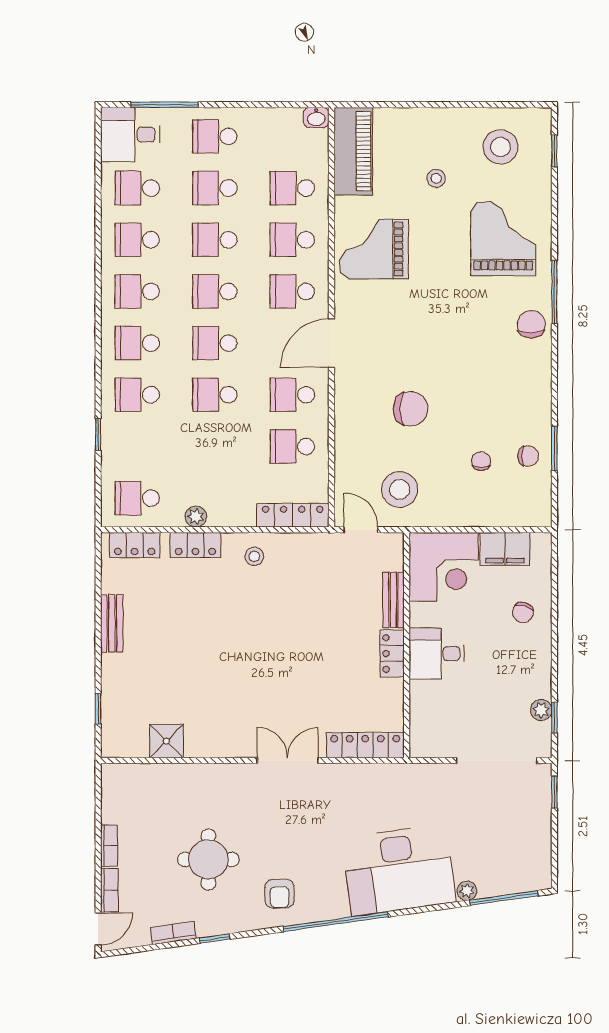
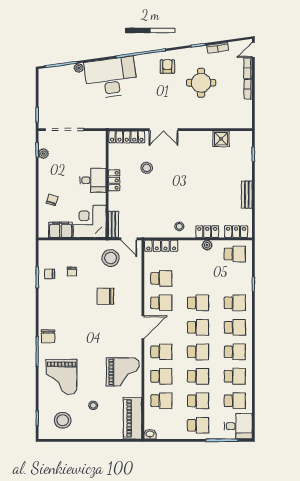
bench: (393, 600) -> (113, 224), moved
stool: (323, 680) -> (147, 168), added

